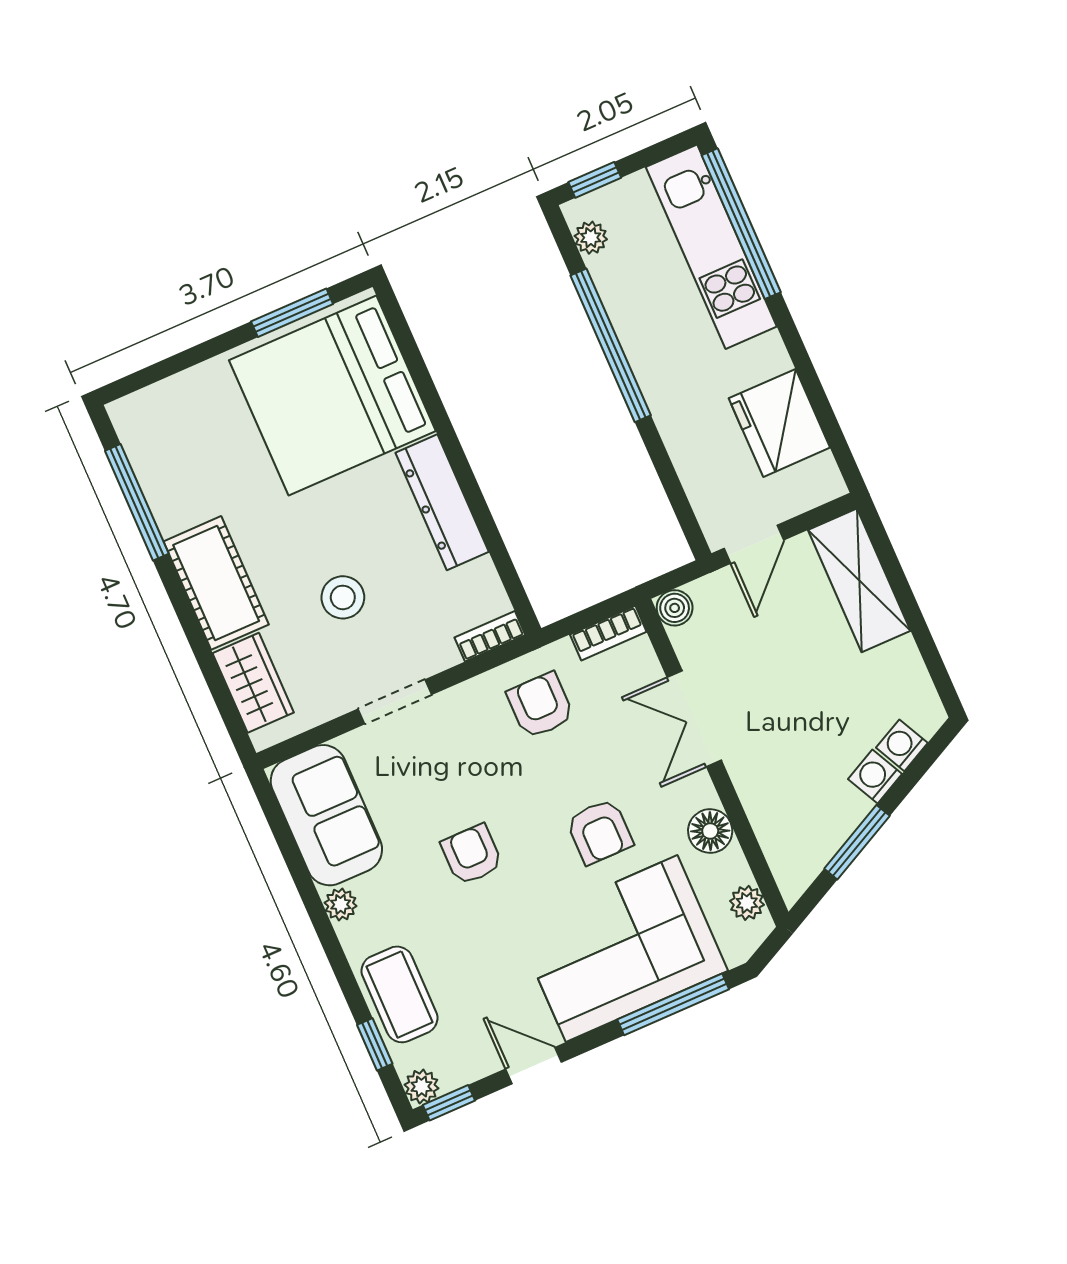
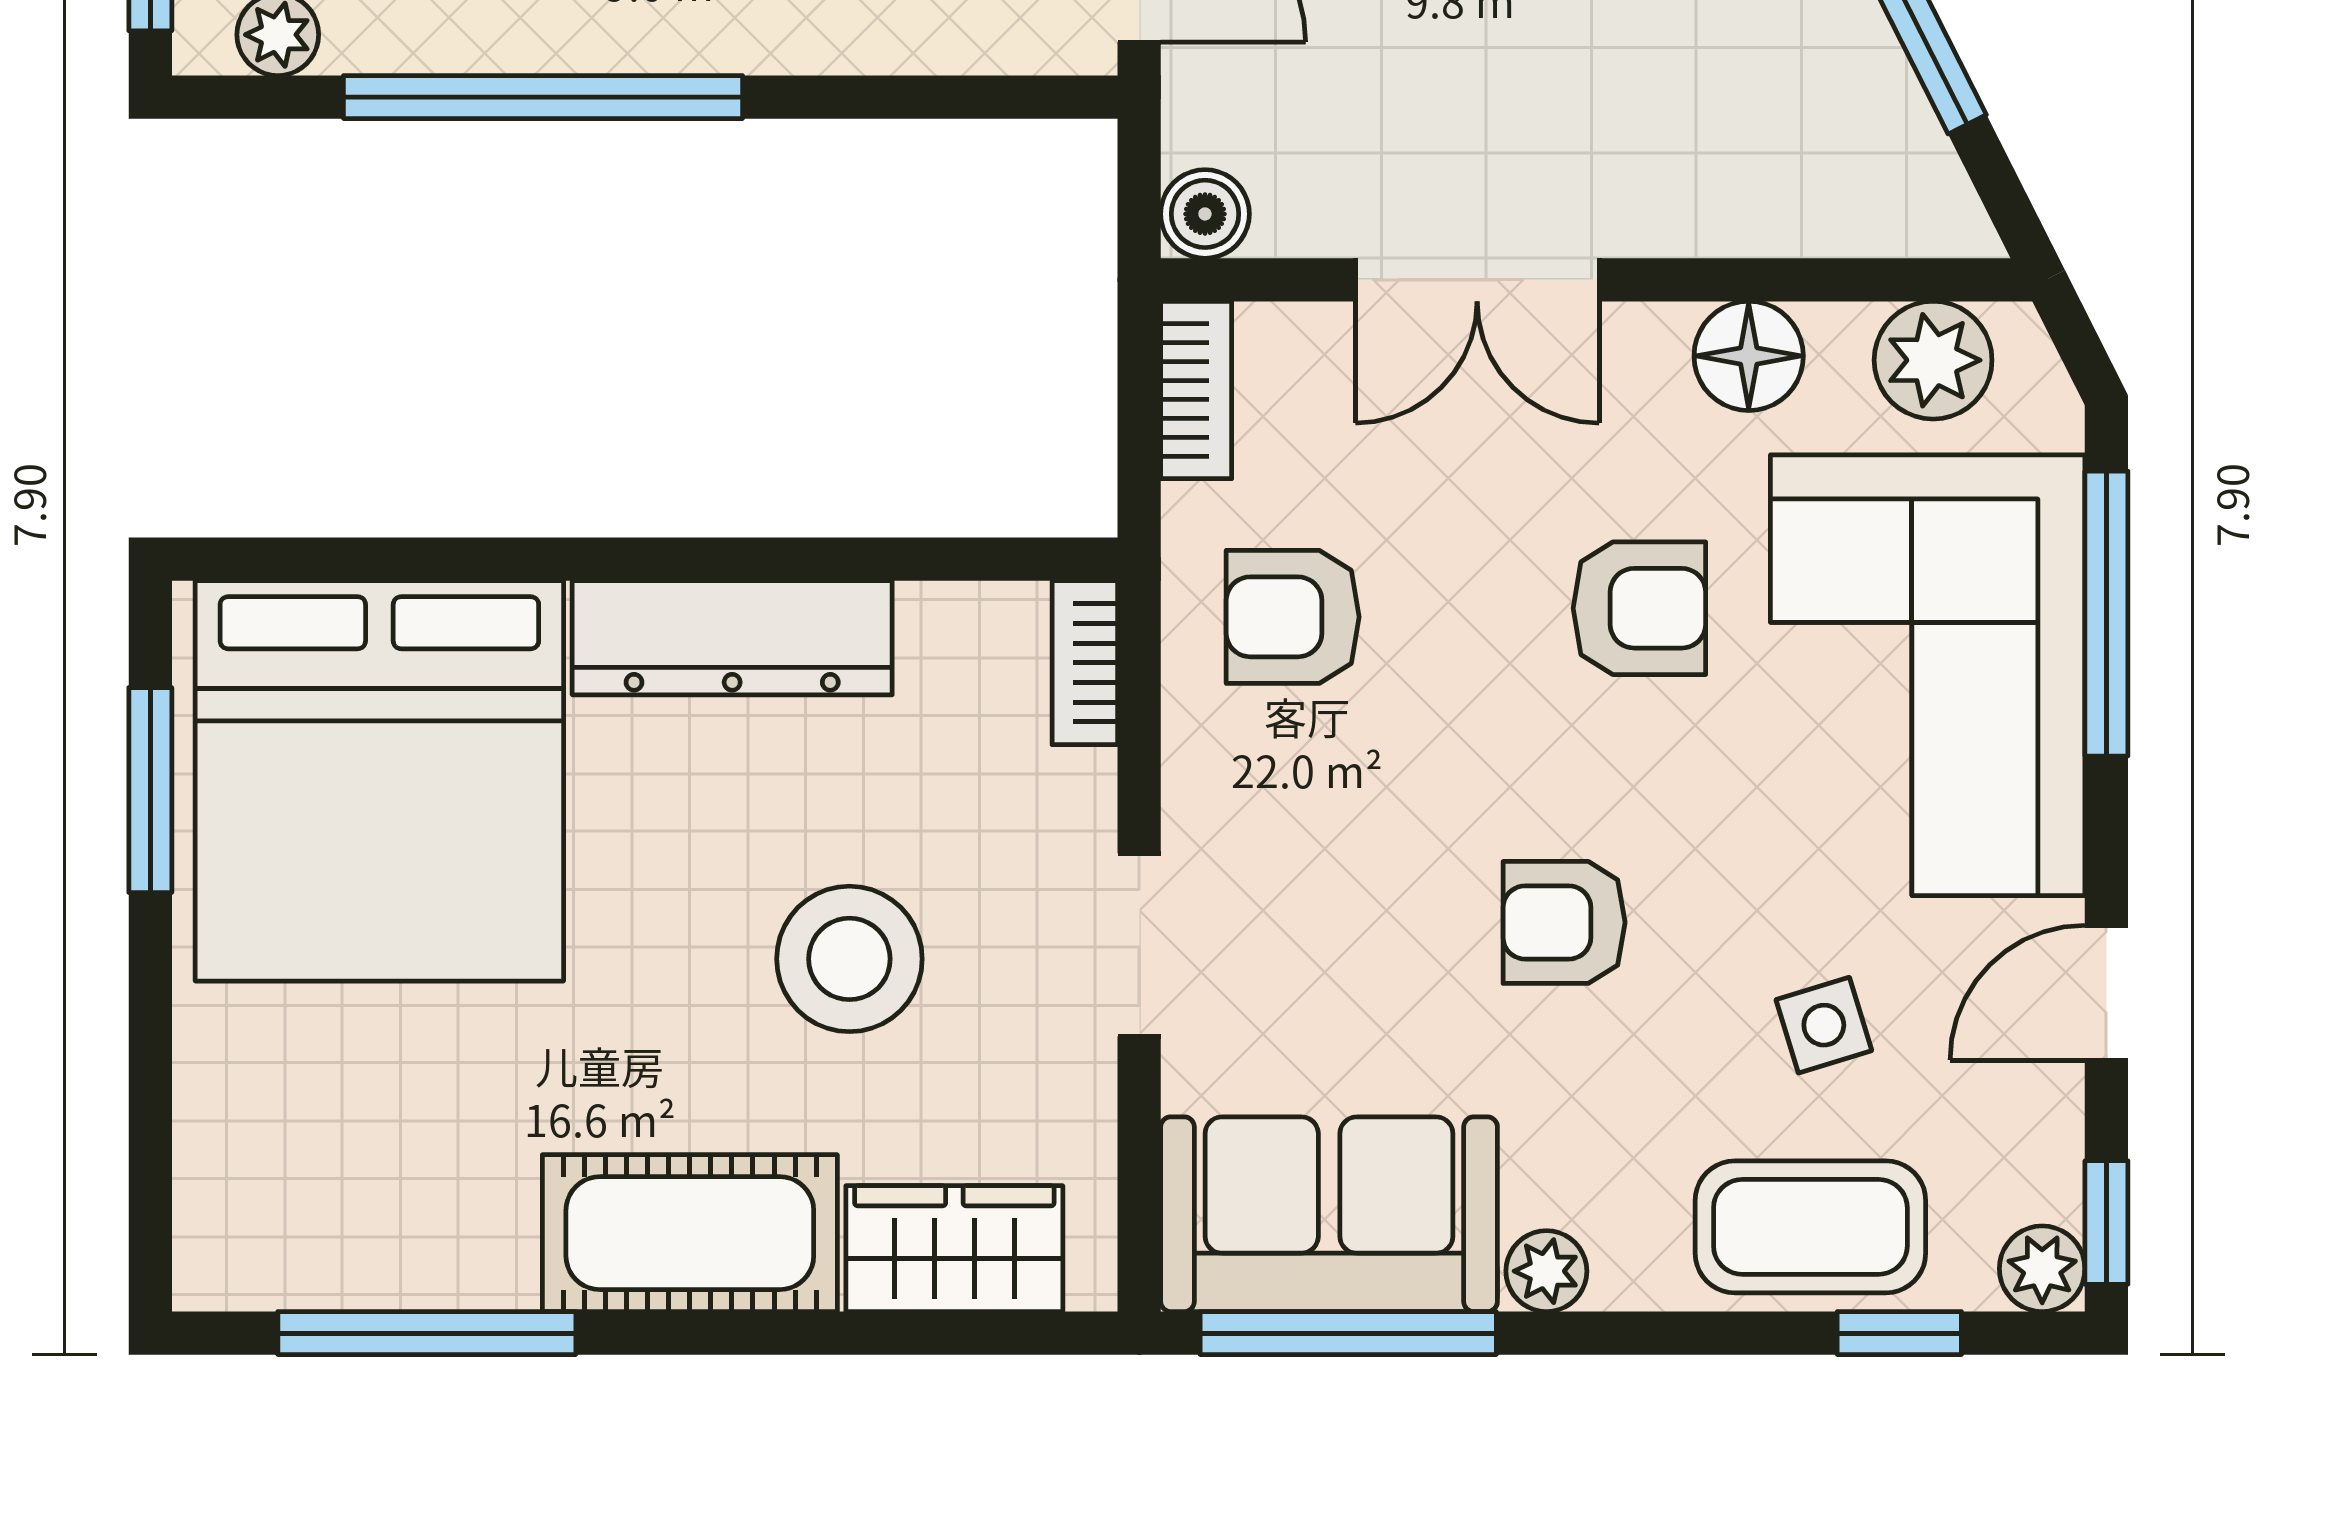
stool: (343, 597) -> (849, 959), width x1.38, depth x1.38
window: (286, 841) -> (1348, 1333), added
plant: (747, 903) -> (1933, 360), width x1.38, depth x1.38
side table: (476, 967) -> (1824, 1025), added

